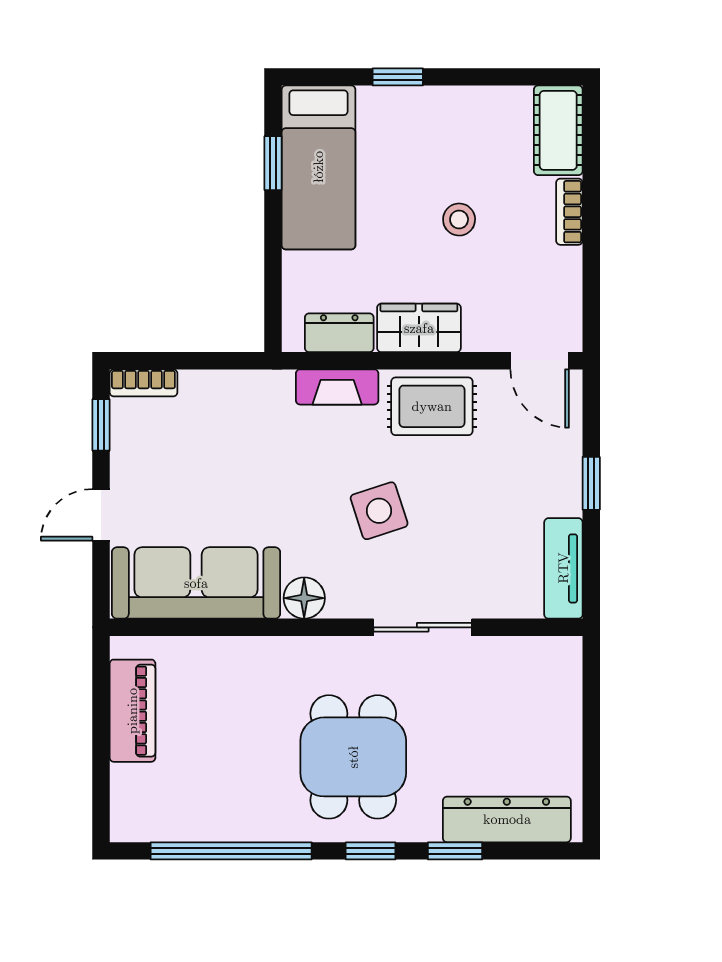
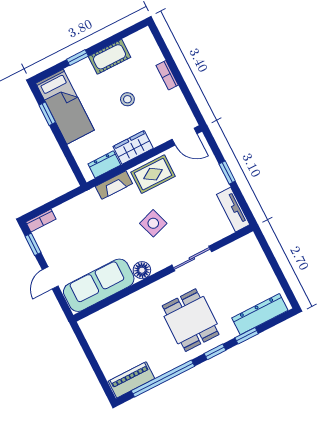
cot: (558, 130) -> (109, 57), moved, turned 90
piano: (132, 711) -> (132, 380), moved, turned -90

